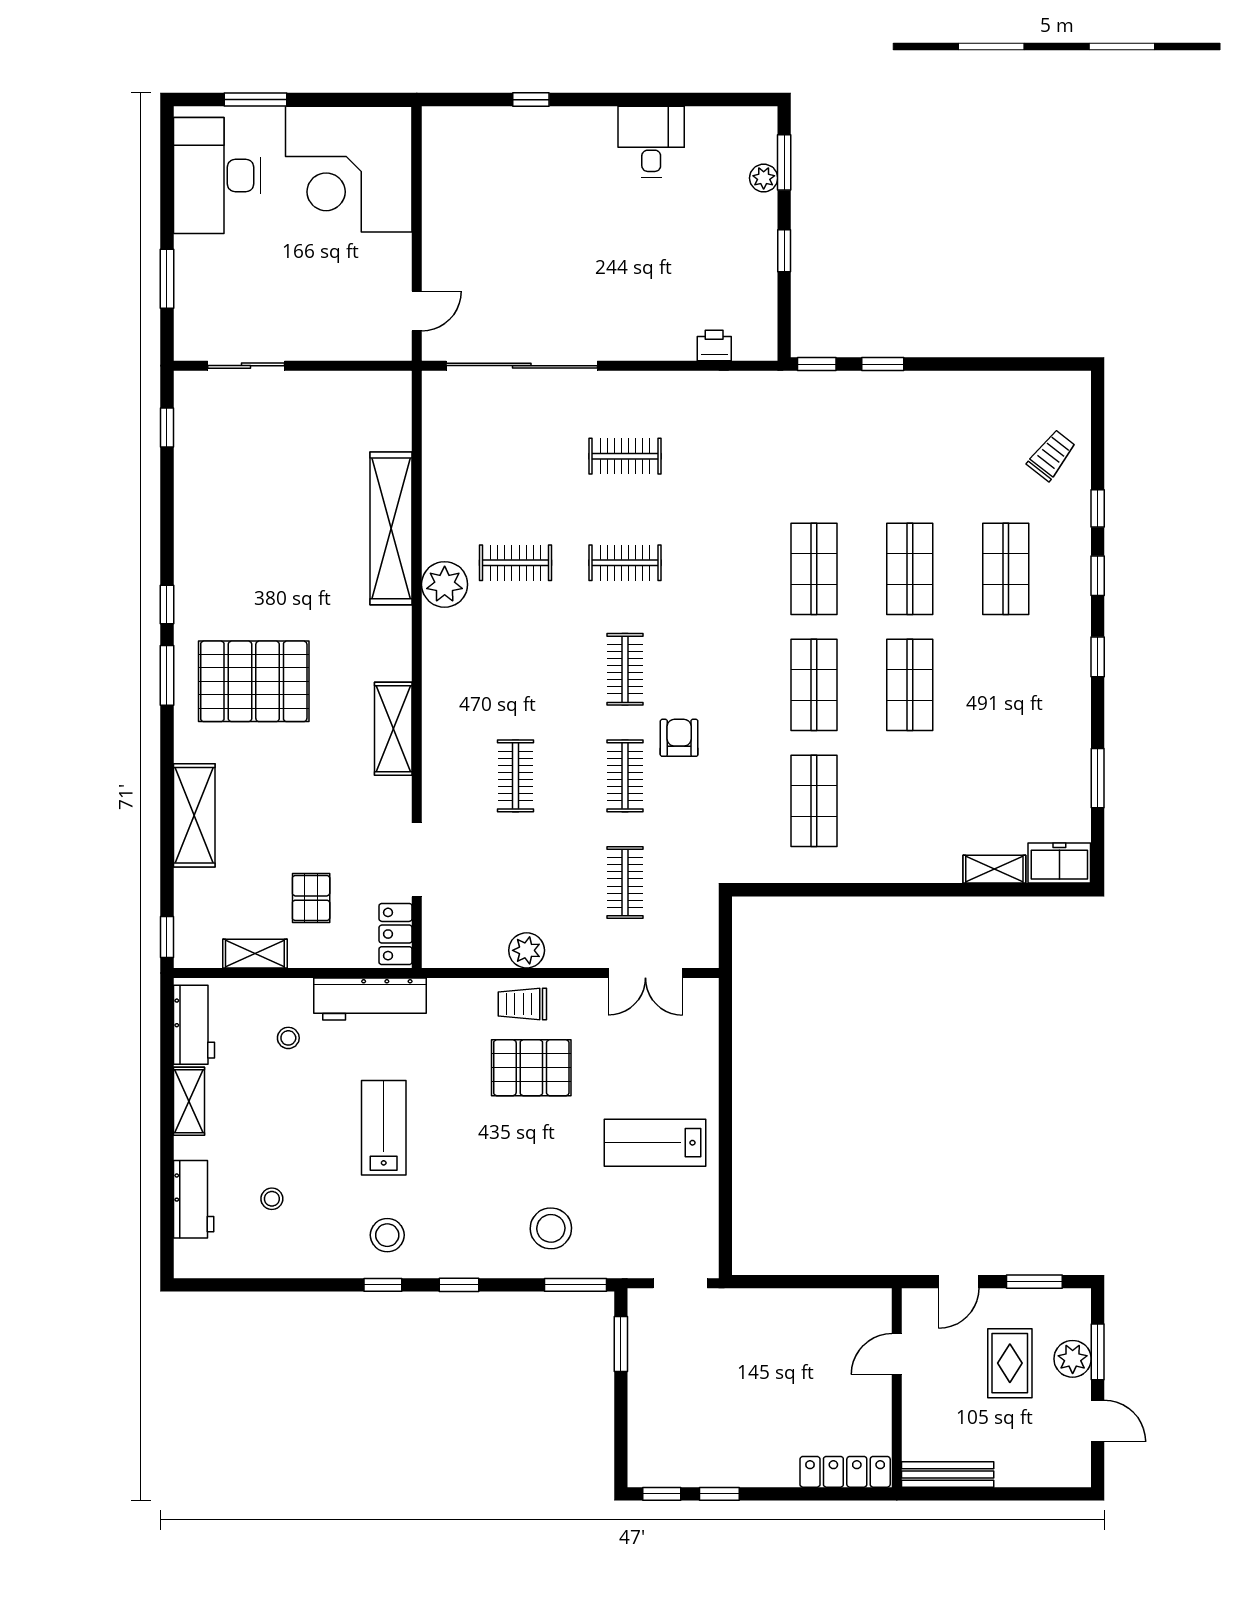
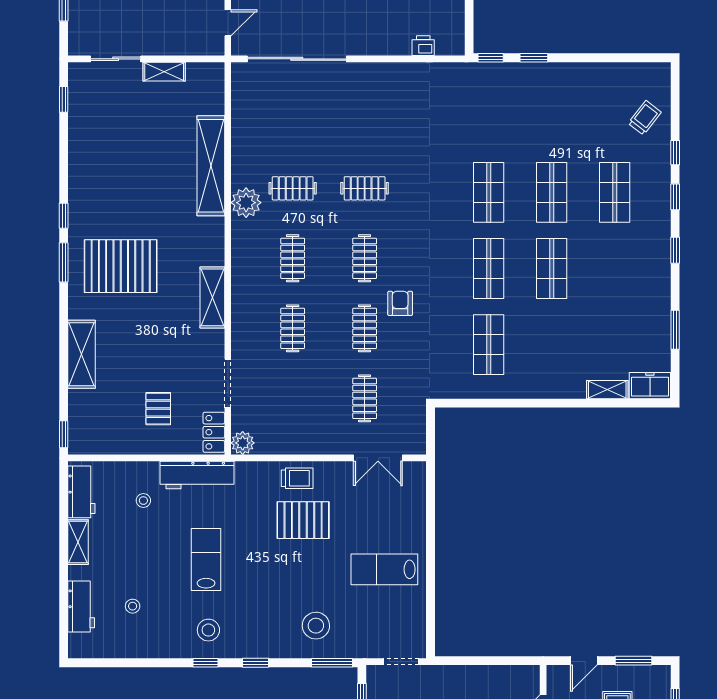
clothes rail: (625, 456) -> (293, 258), moved, turned 90
plant: (527, 950) -> (243, 443), moved
shelving: (255, 954) -> (164, 72), moved
trolley: (522, 1004) -> (297, 478), turned 180

